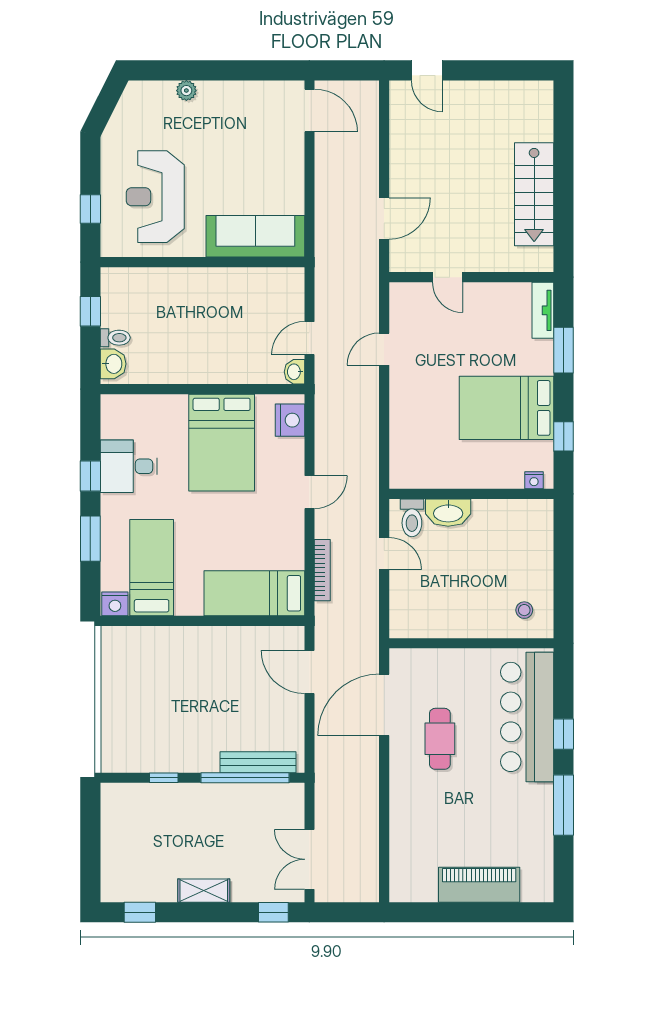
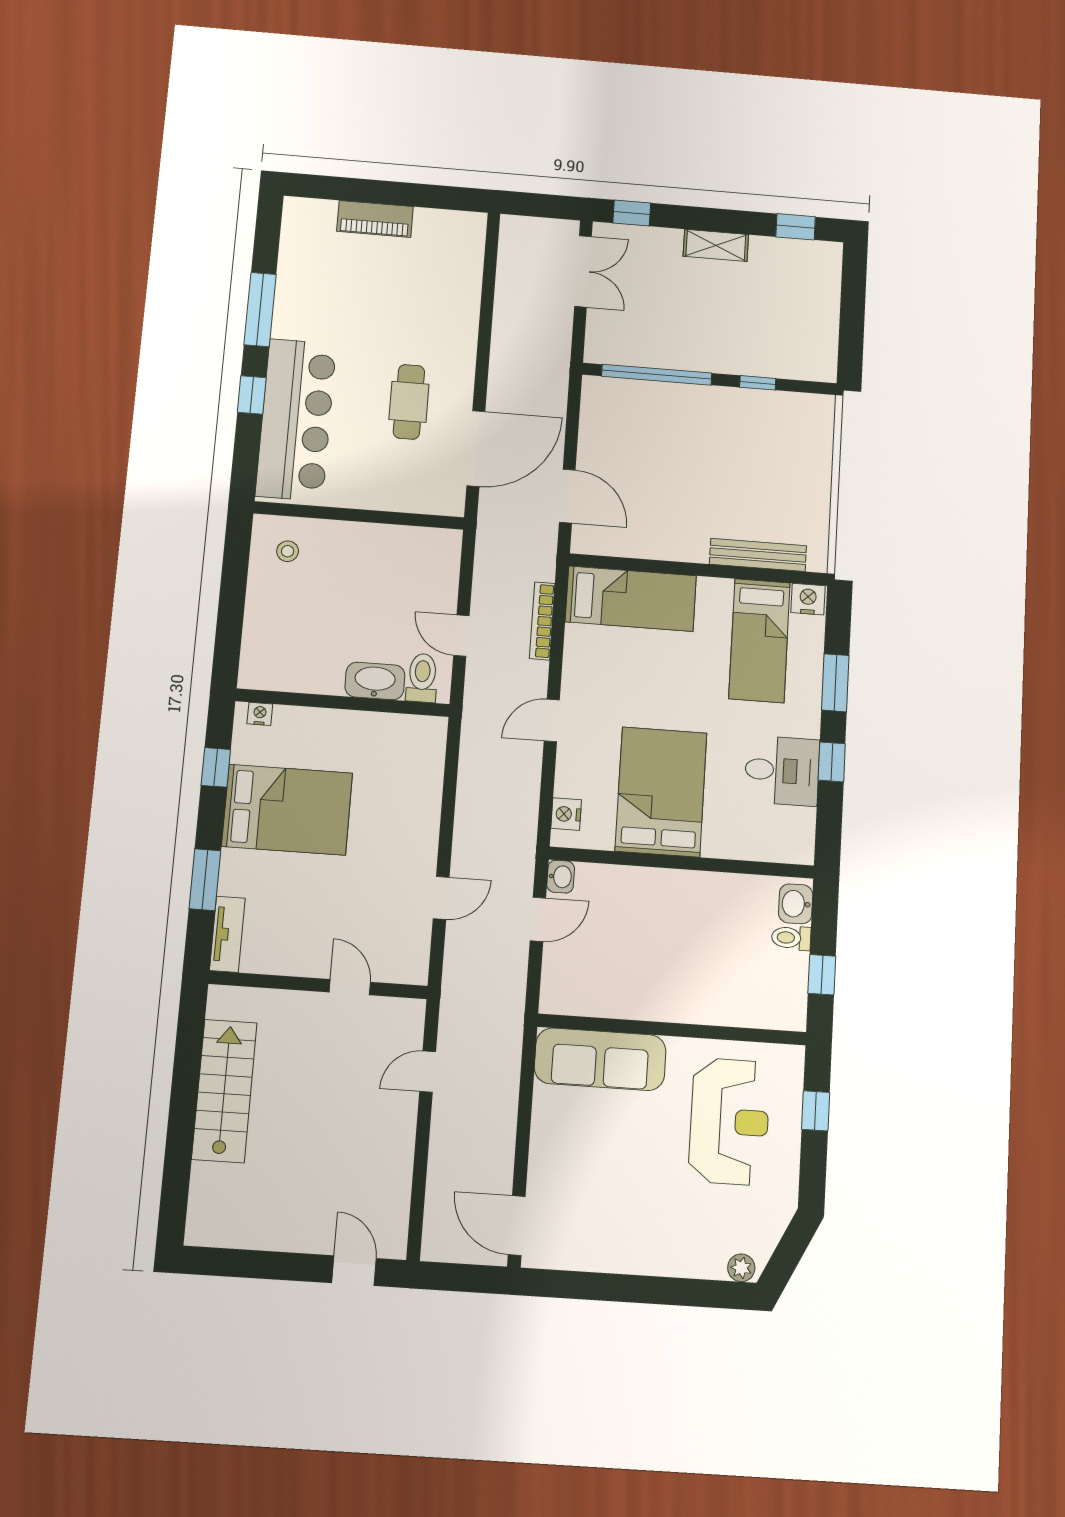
plant: (186, 91) -> (741, 1268), moved
door: (384, 218) -> (428, 1072), width x0.73
nightstand: (290, 420) -> (566, 814), width x0.74, depth x0.75
bench: (258, 762) -> (758, 555), moved
piano: (479, 885) -> (375, 219), width x0.73, depth x0.75

